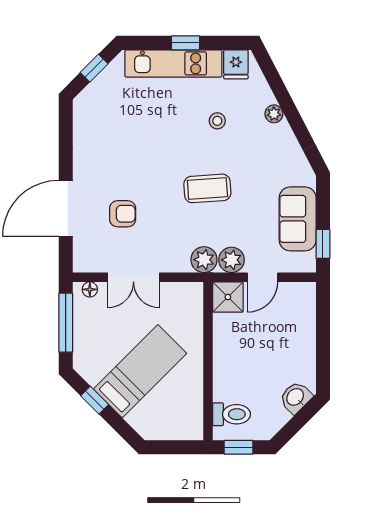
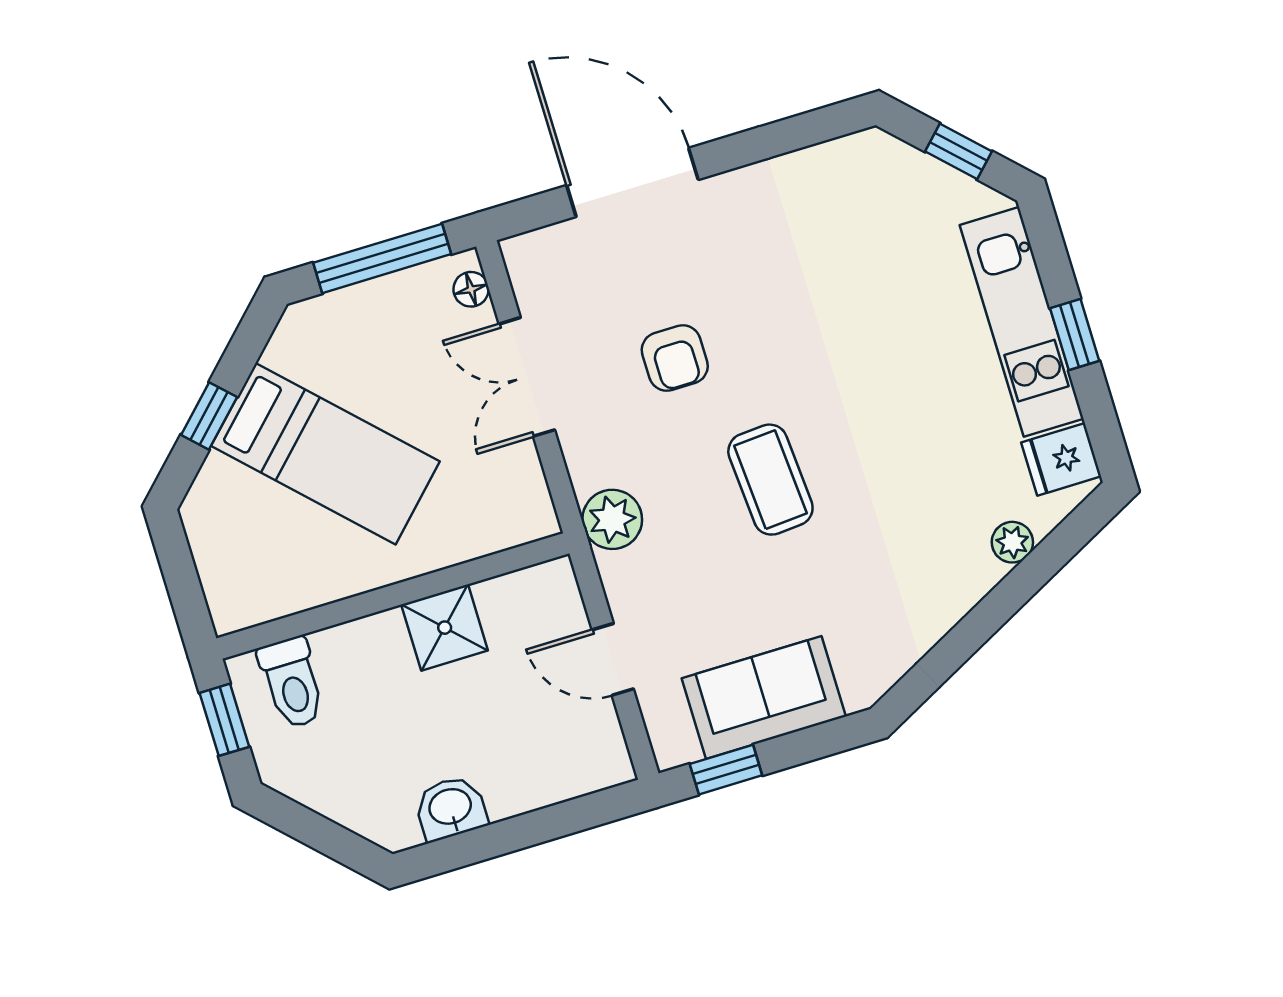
plant: (274, 114) -> (1012, 542), moved
stool: (217, 121) -> (925, 456), removed
armchair: (123, 214) -> (675, 358), moved
plant: (232, 260) -> (630, 580), removed
shower: (228, 297) -> (445, 628), moved
washbasin: (296, 397) -> (451, 808), moved, turned -45
window: (95, 400) -> (209, 416), moved

